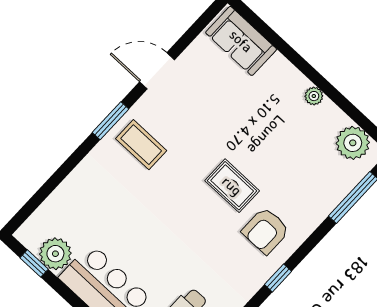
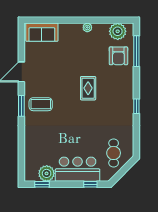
rug: (232, 186) -> (88, 88), turned 90
armchair: (266, 231) -> (118, 56), moved

